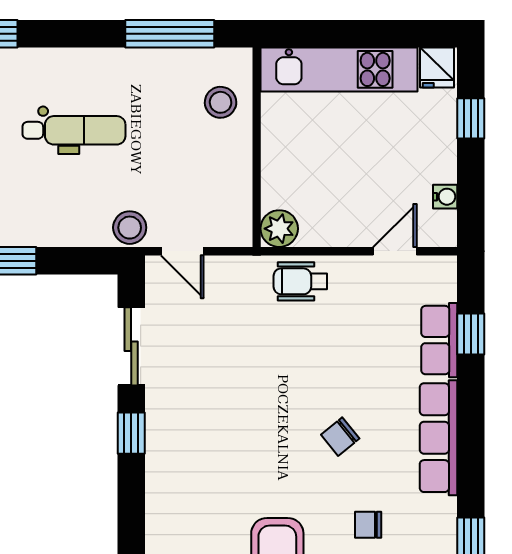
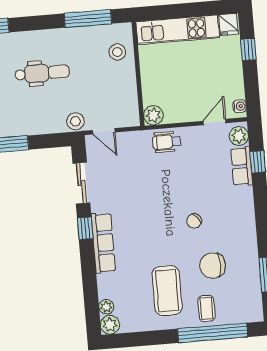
water cooler: (445, 197) -> (240, 106), moved
plant: (439, 282) -> (239, 136), added
row of seats: (438, 438) -> (103, 243), moved, turned 180
chair: (368, 525) -> (213, 266), width x1.87, depth x1.87

